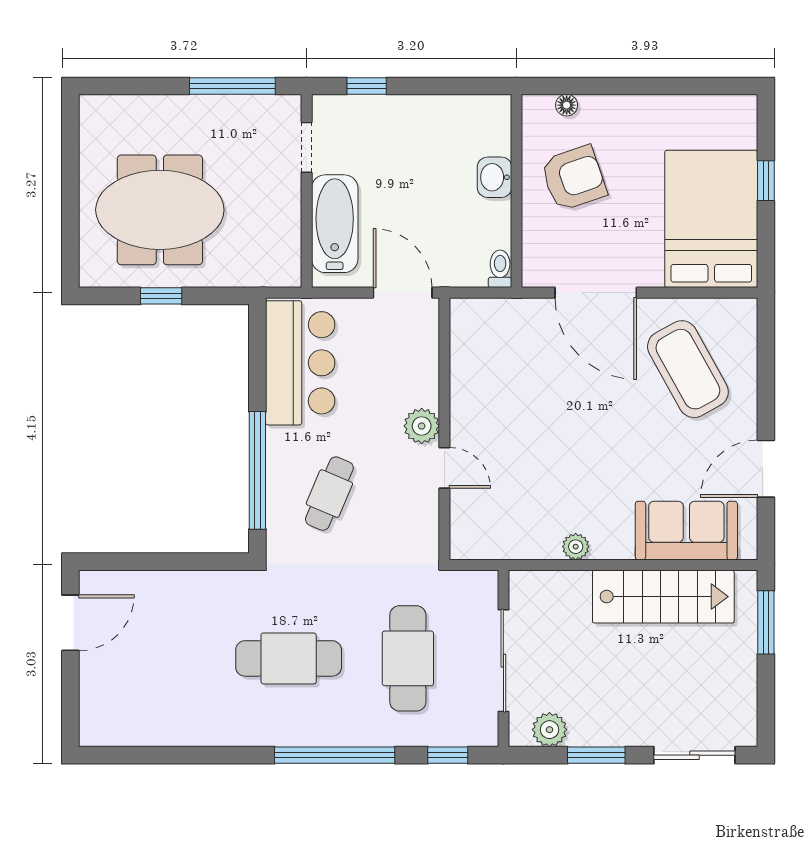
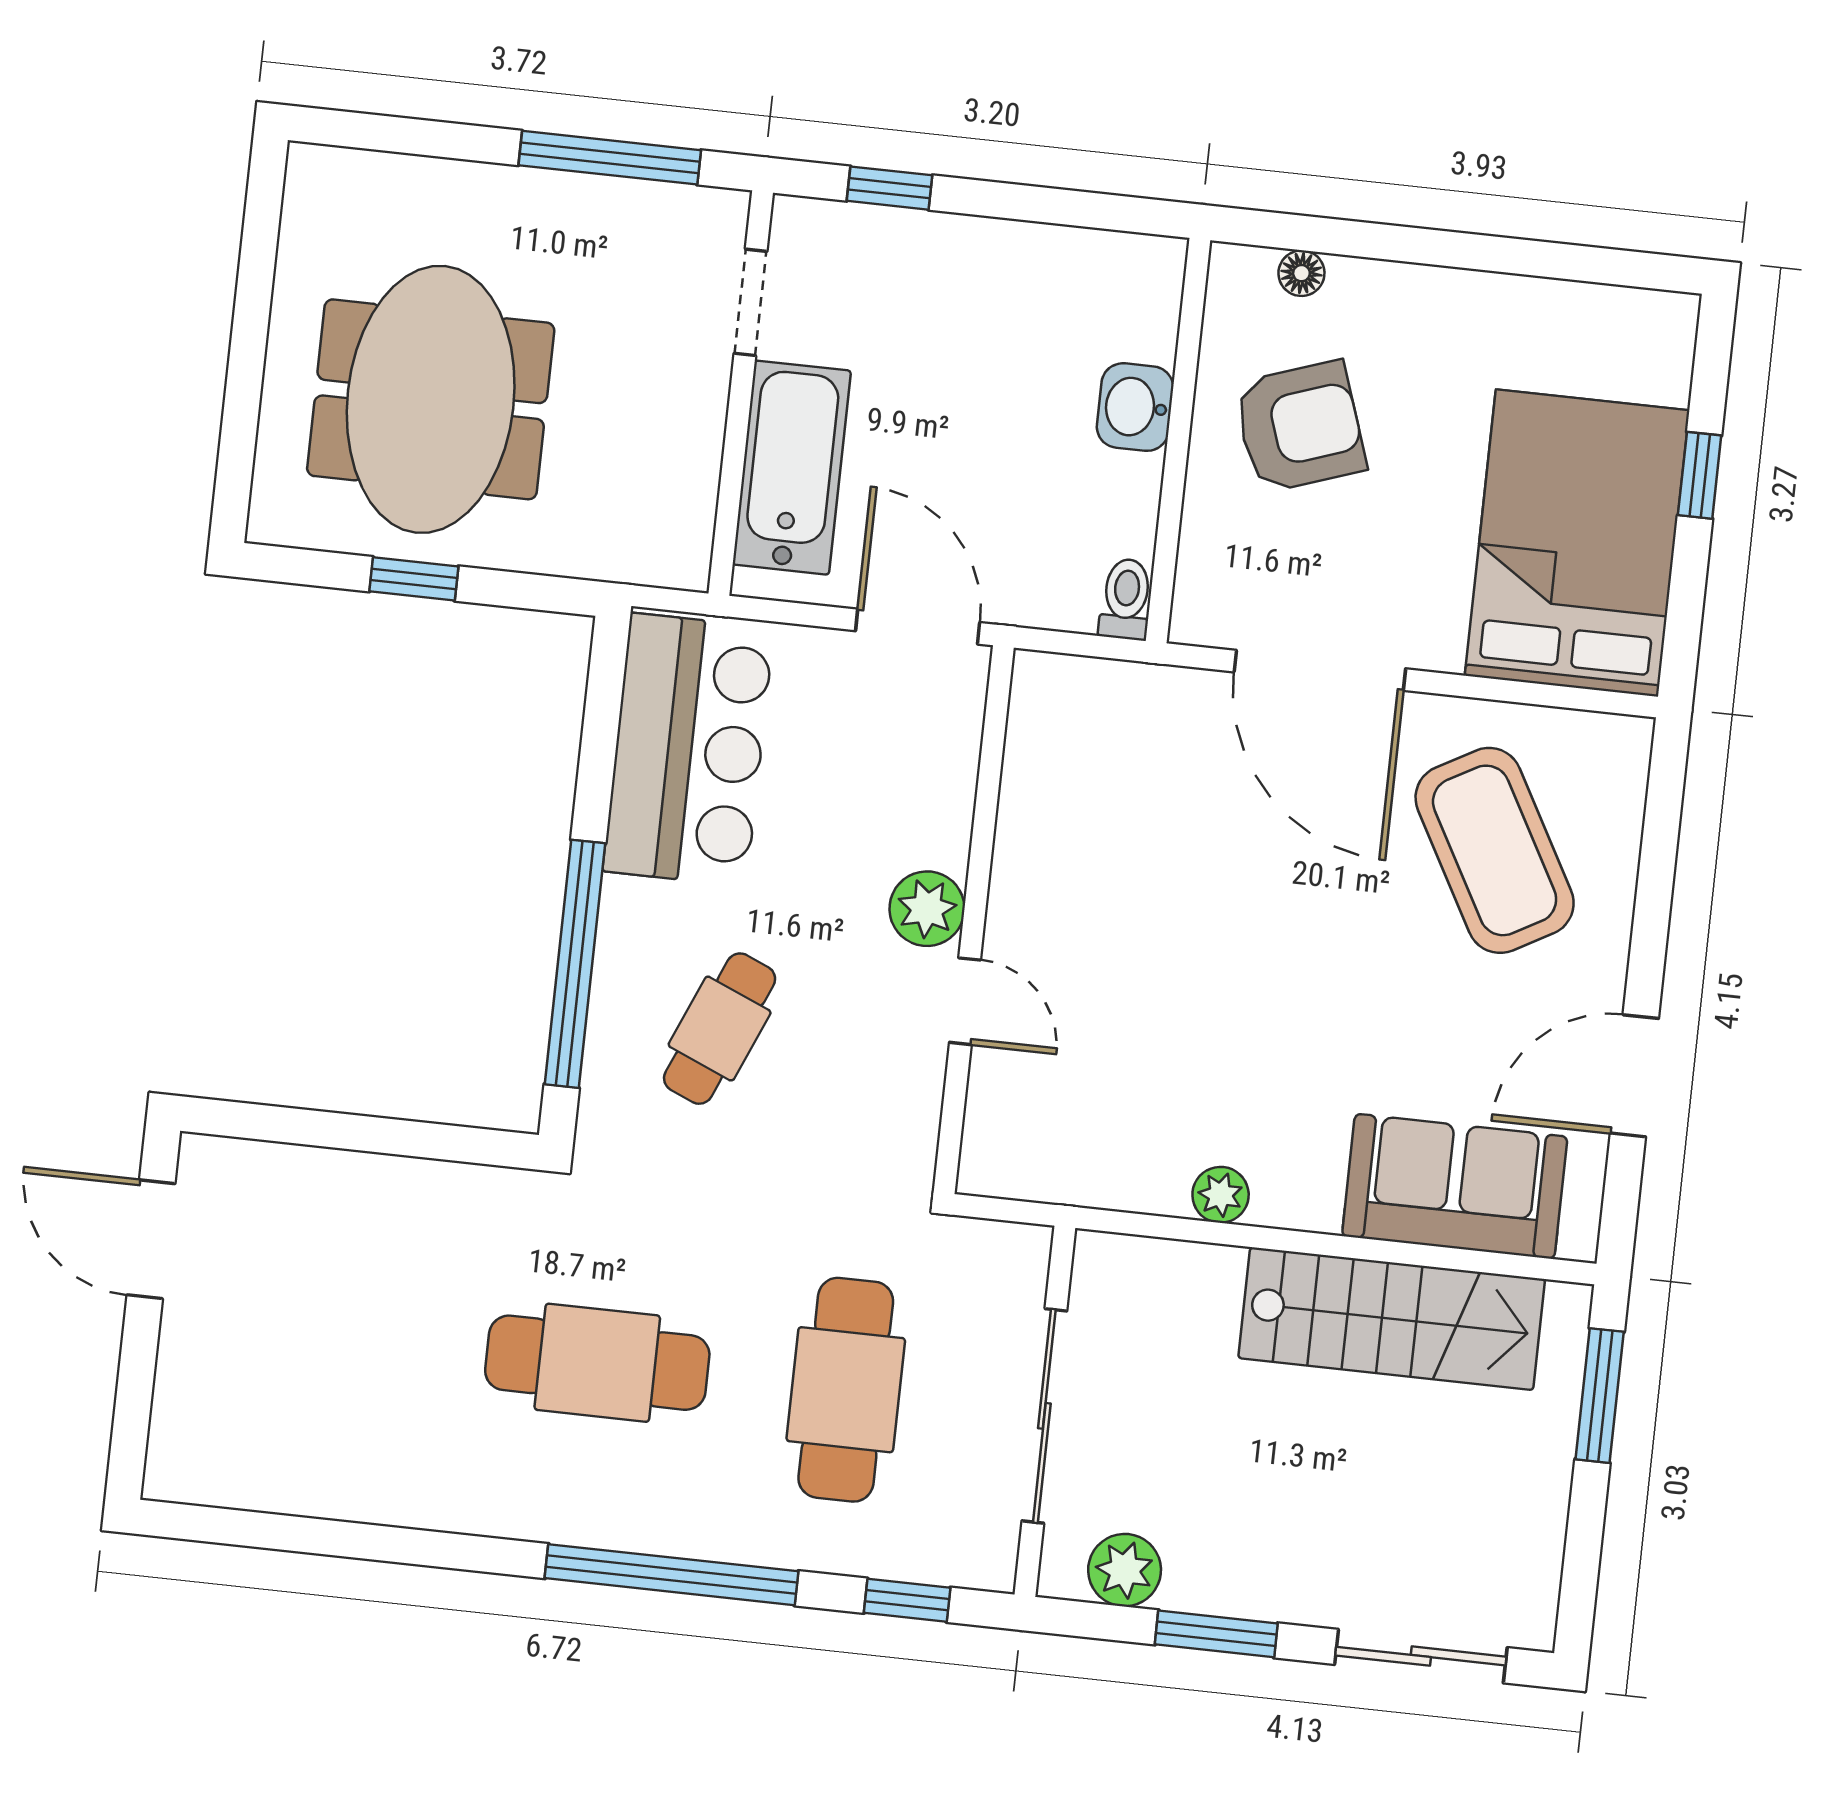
meeting table: (160, 210) -> (431, 399), turned 90
door: (70, 623) -> (151, 1239), swing flipped

